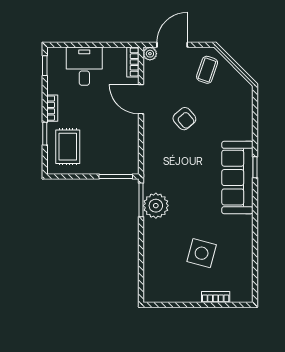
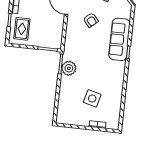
sofa: (237, 178) -> (119, 39), moved

